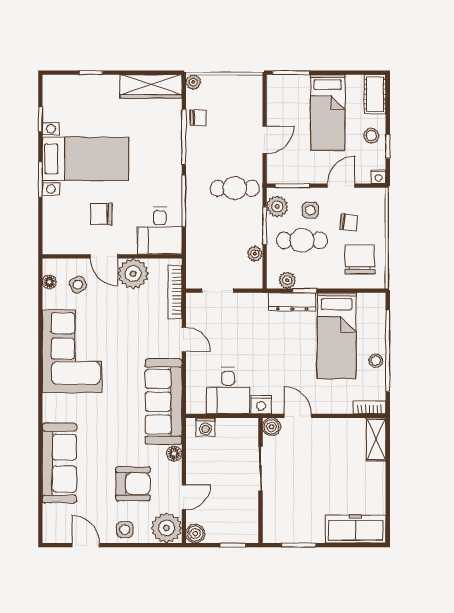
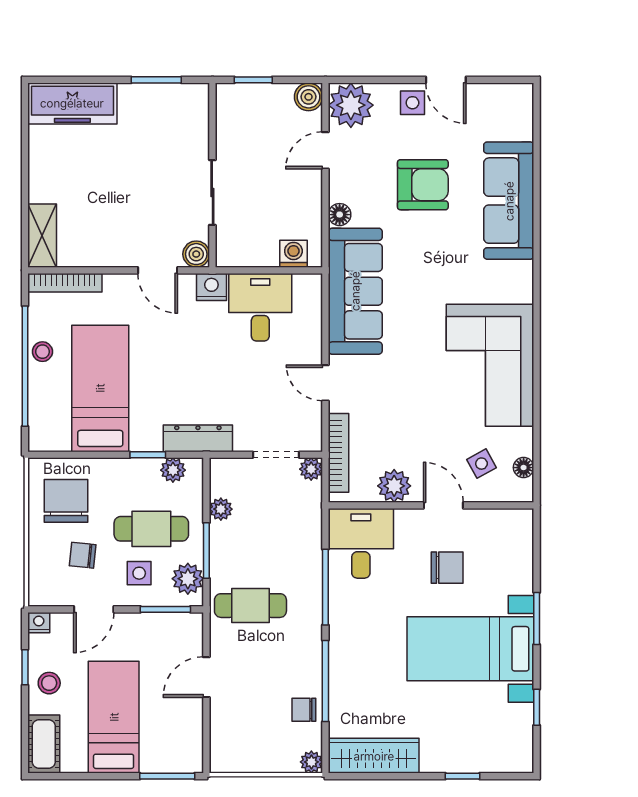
chair: (360, 259) -> (66, 501), turned 180
plant: (133, 274) -> (394, 486), width x0.73, depth x0.73
plant: (194, 281) -> (311, 469), added
dresser: (292, 302) -> (198, 438), moved
bookcase: (370, 407) -> (65, 283), width x1.56
armchair: (133, 484) -> (423, 185), moved, turned 180
door: (86, 545) -> (446, 80), moved

